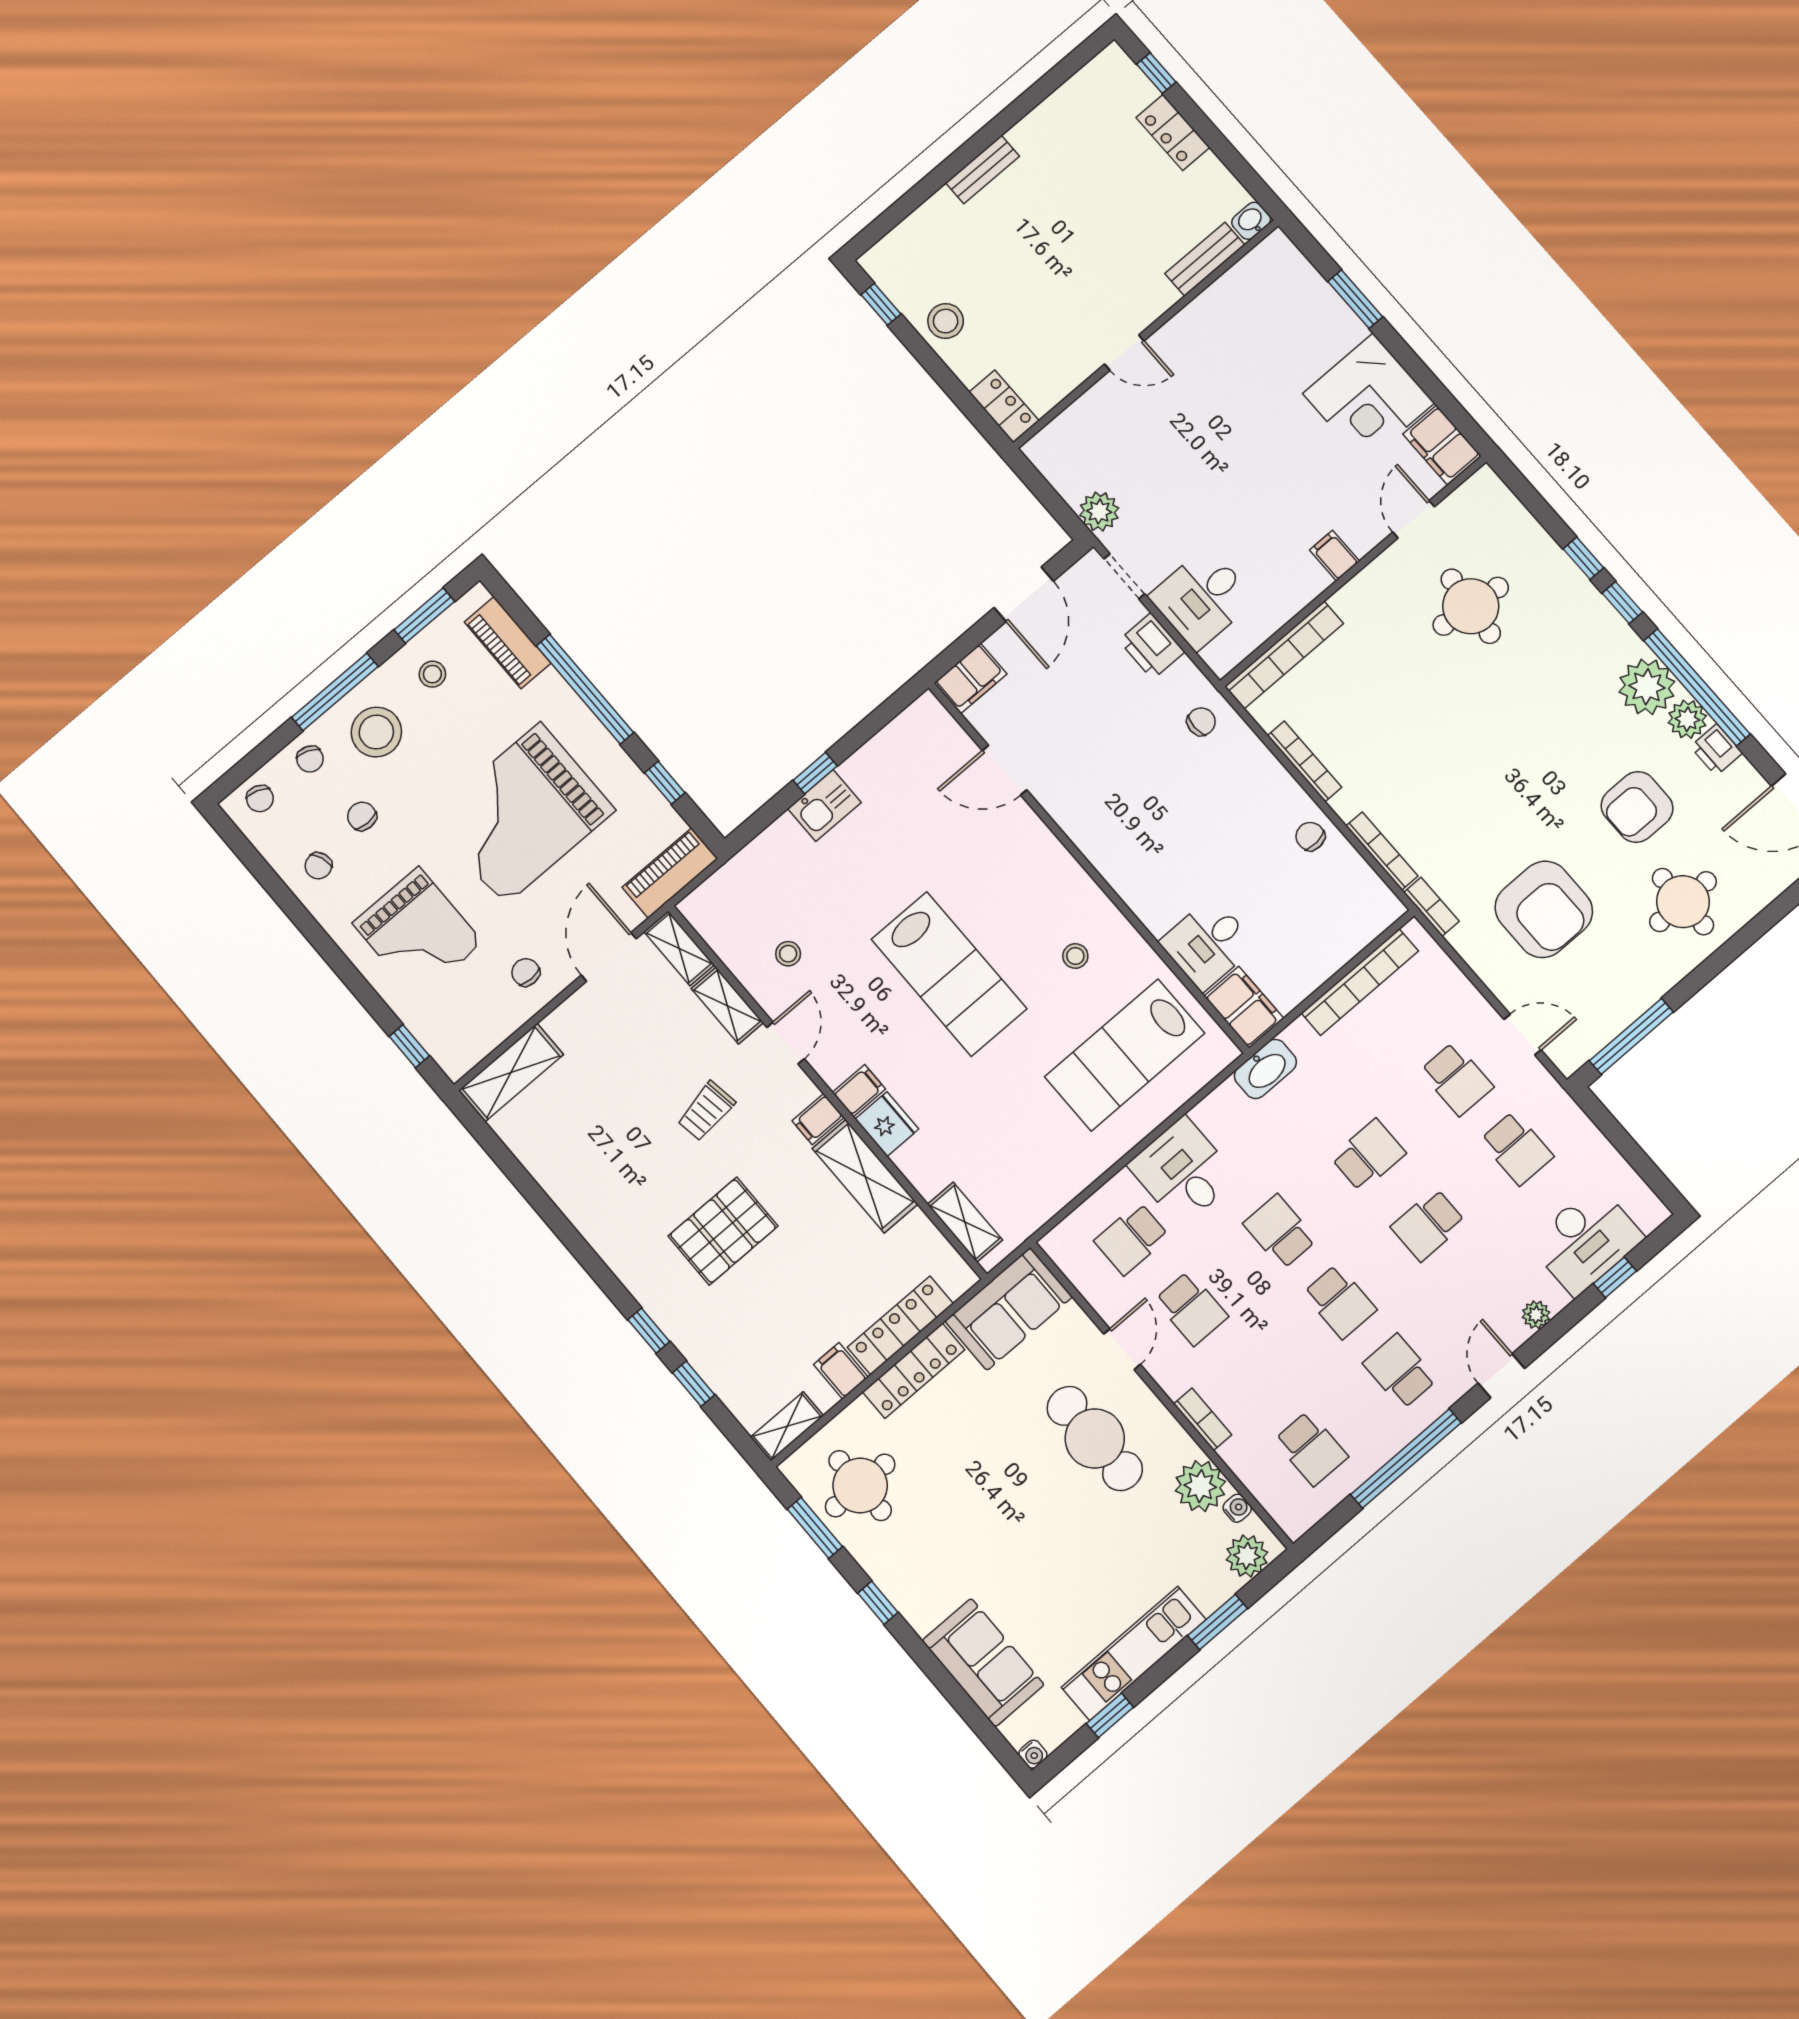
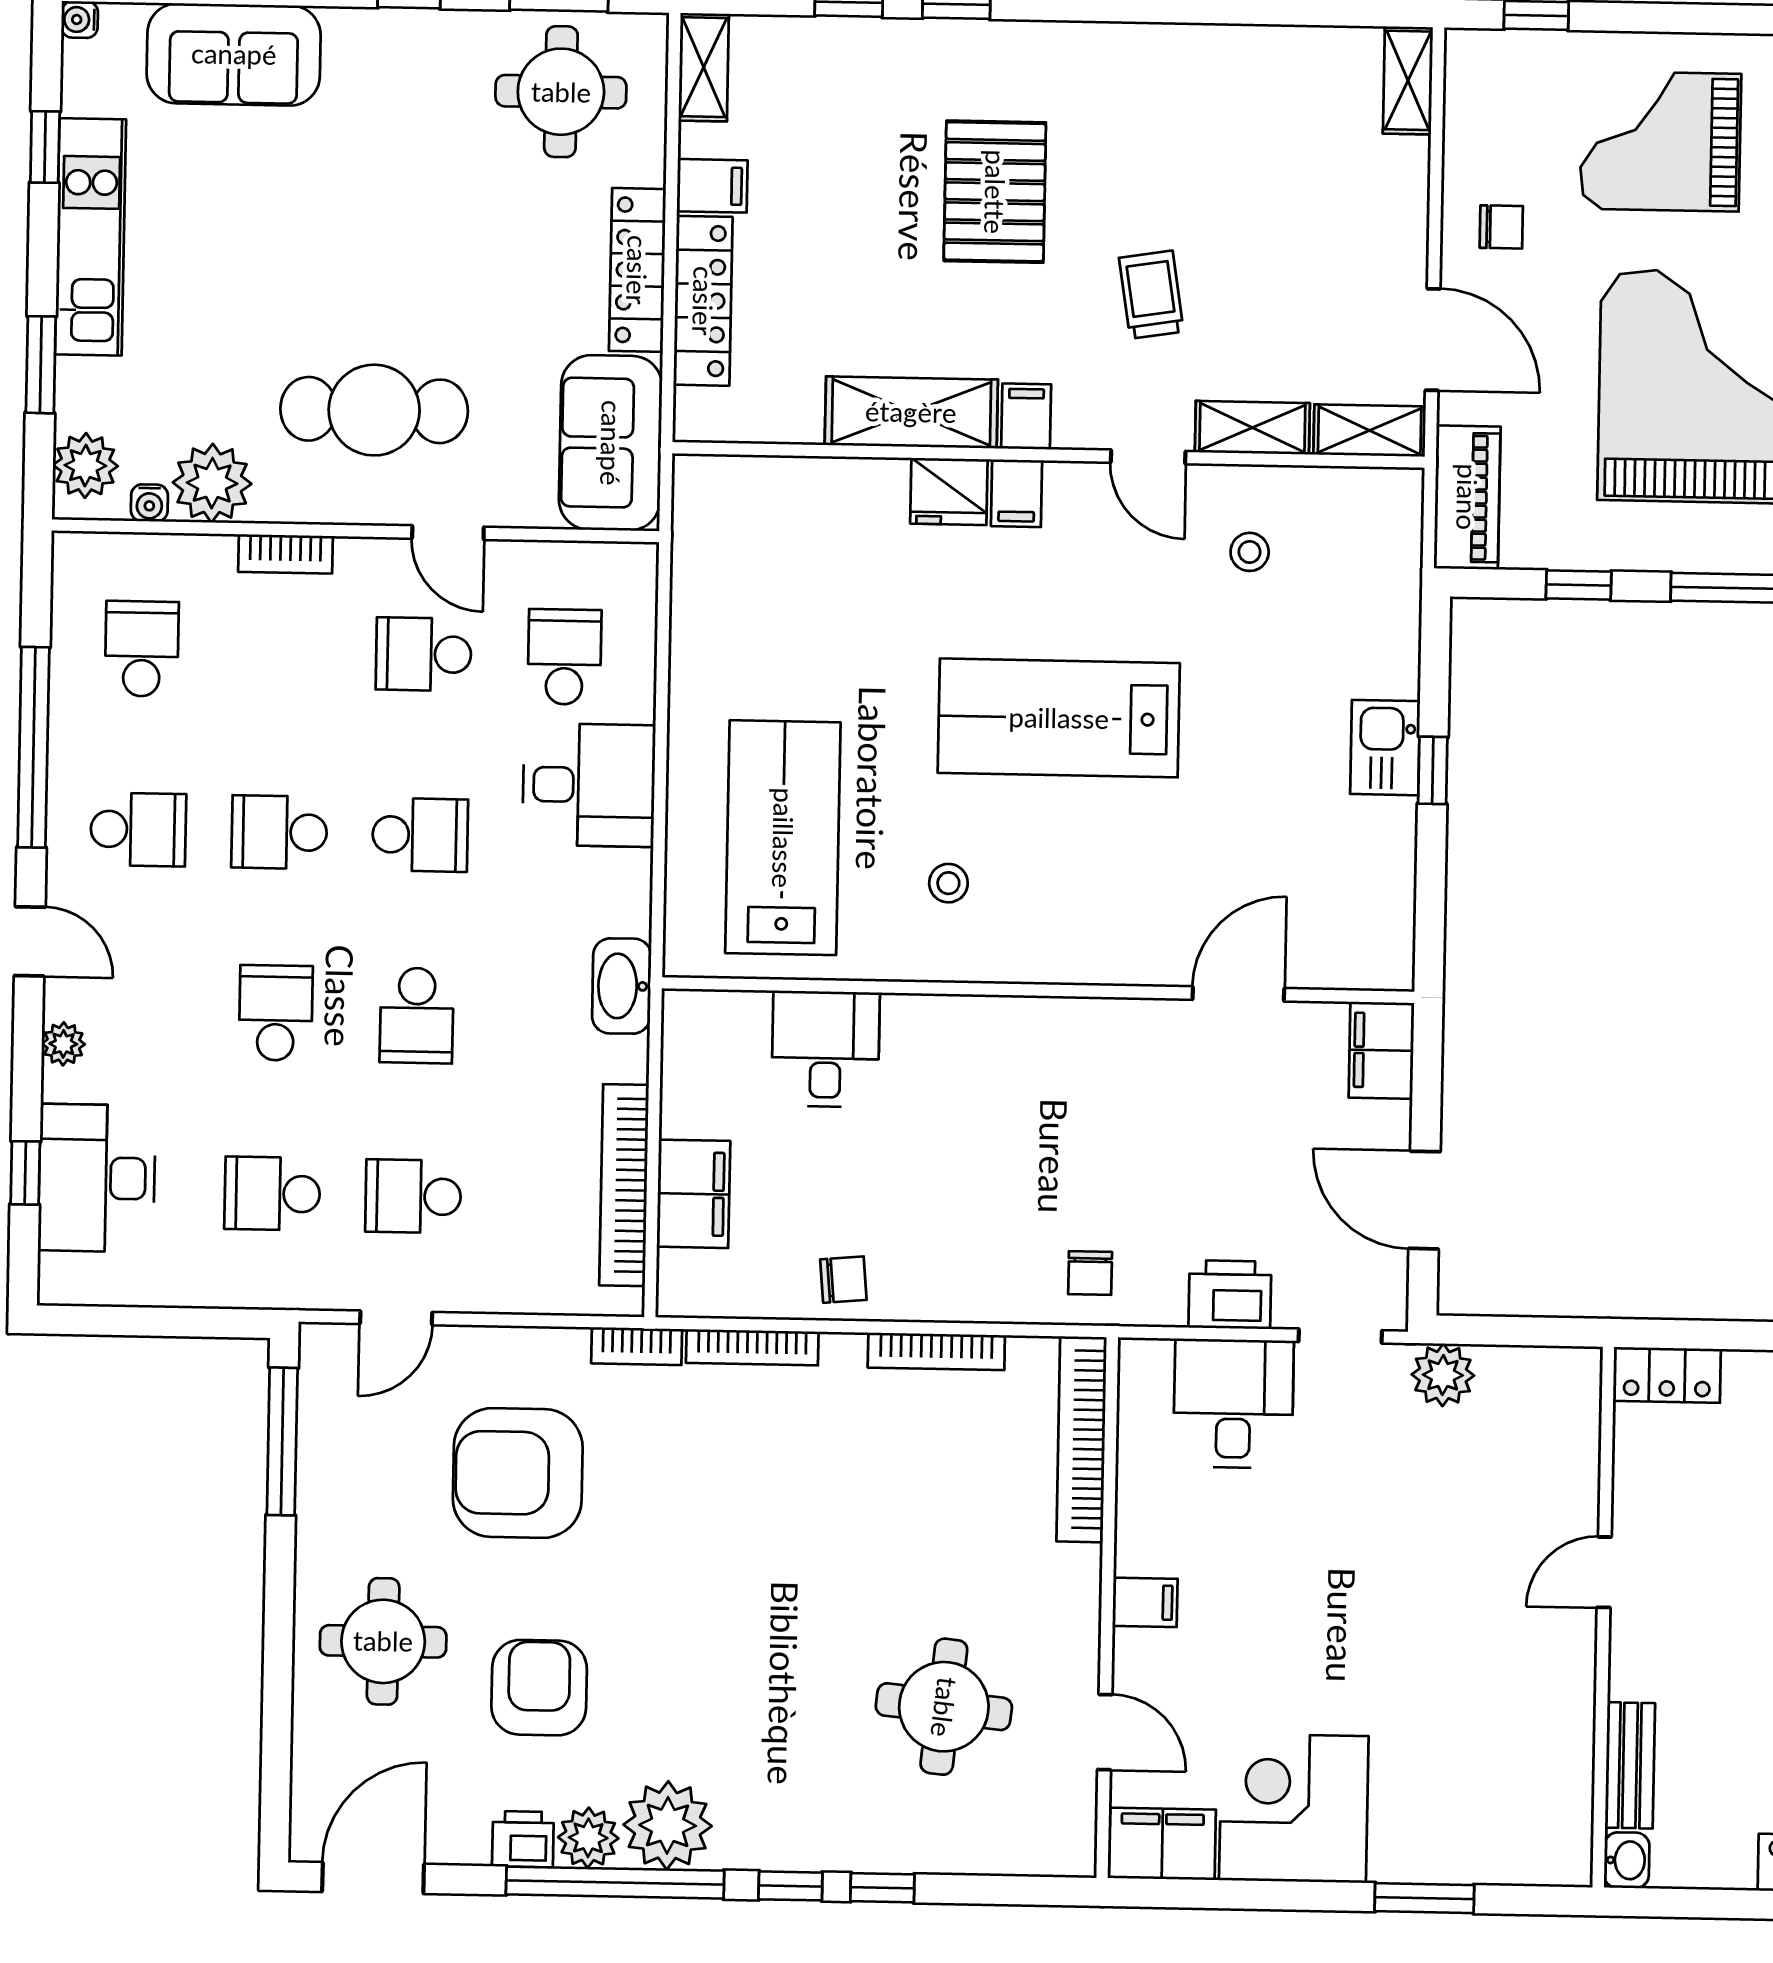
filing cabinet: (1244, 1007) -> (694, 1194), moved, turned -90
shelving: (511, 1072) -> (1408, 80), width x0.67, depth x0.75
shelving: (965, 1222) -> (755, 481), removed
school desk: (1311, 1448) -> (142, 649), turned 90

